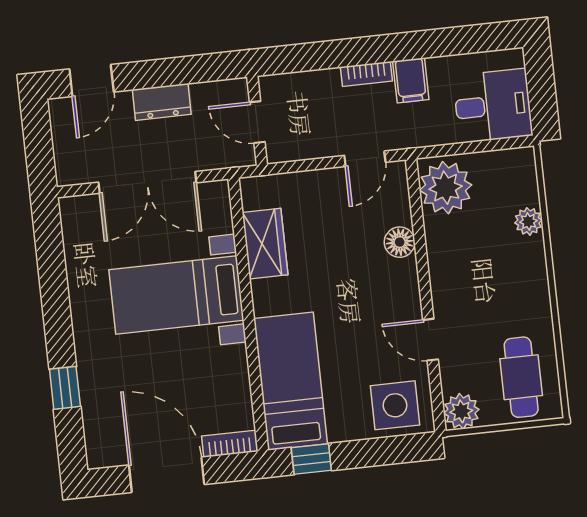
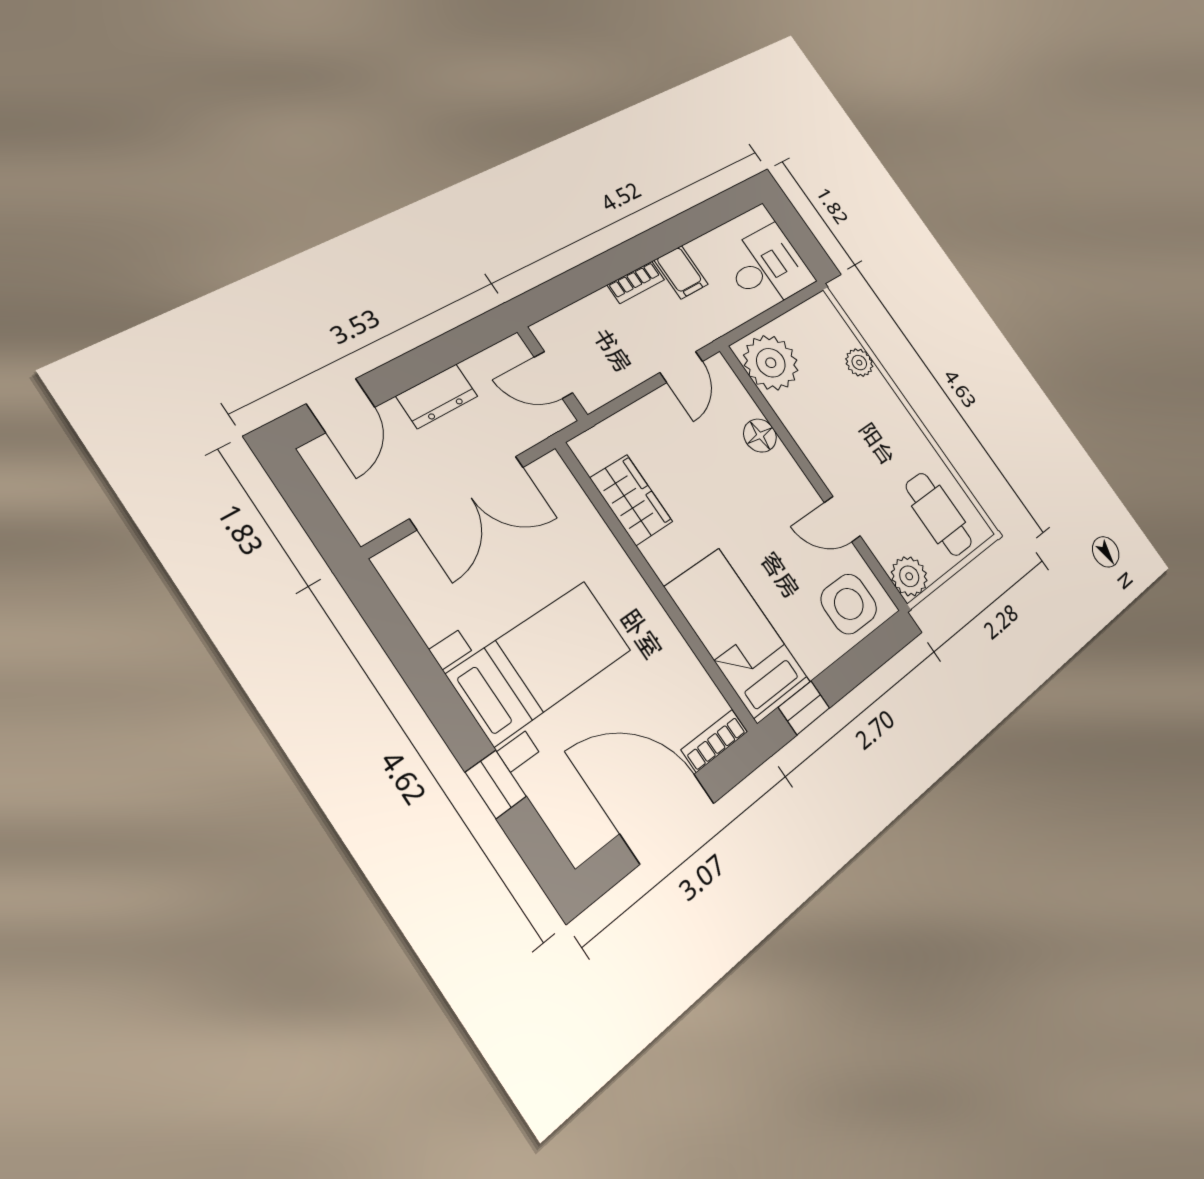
bed with nightstands: (176, 295) -> (540, 662), moved, turned 180

